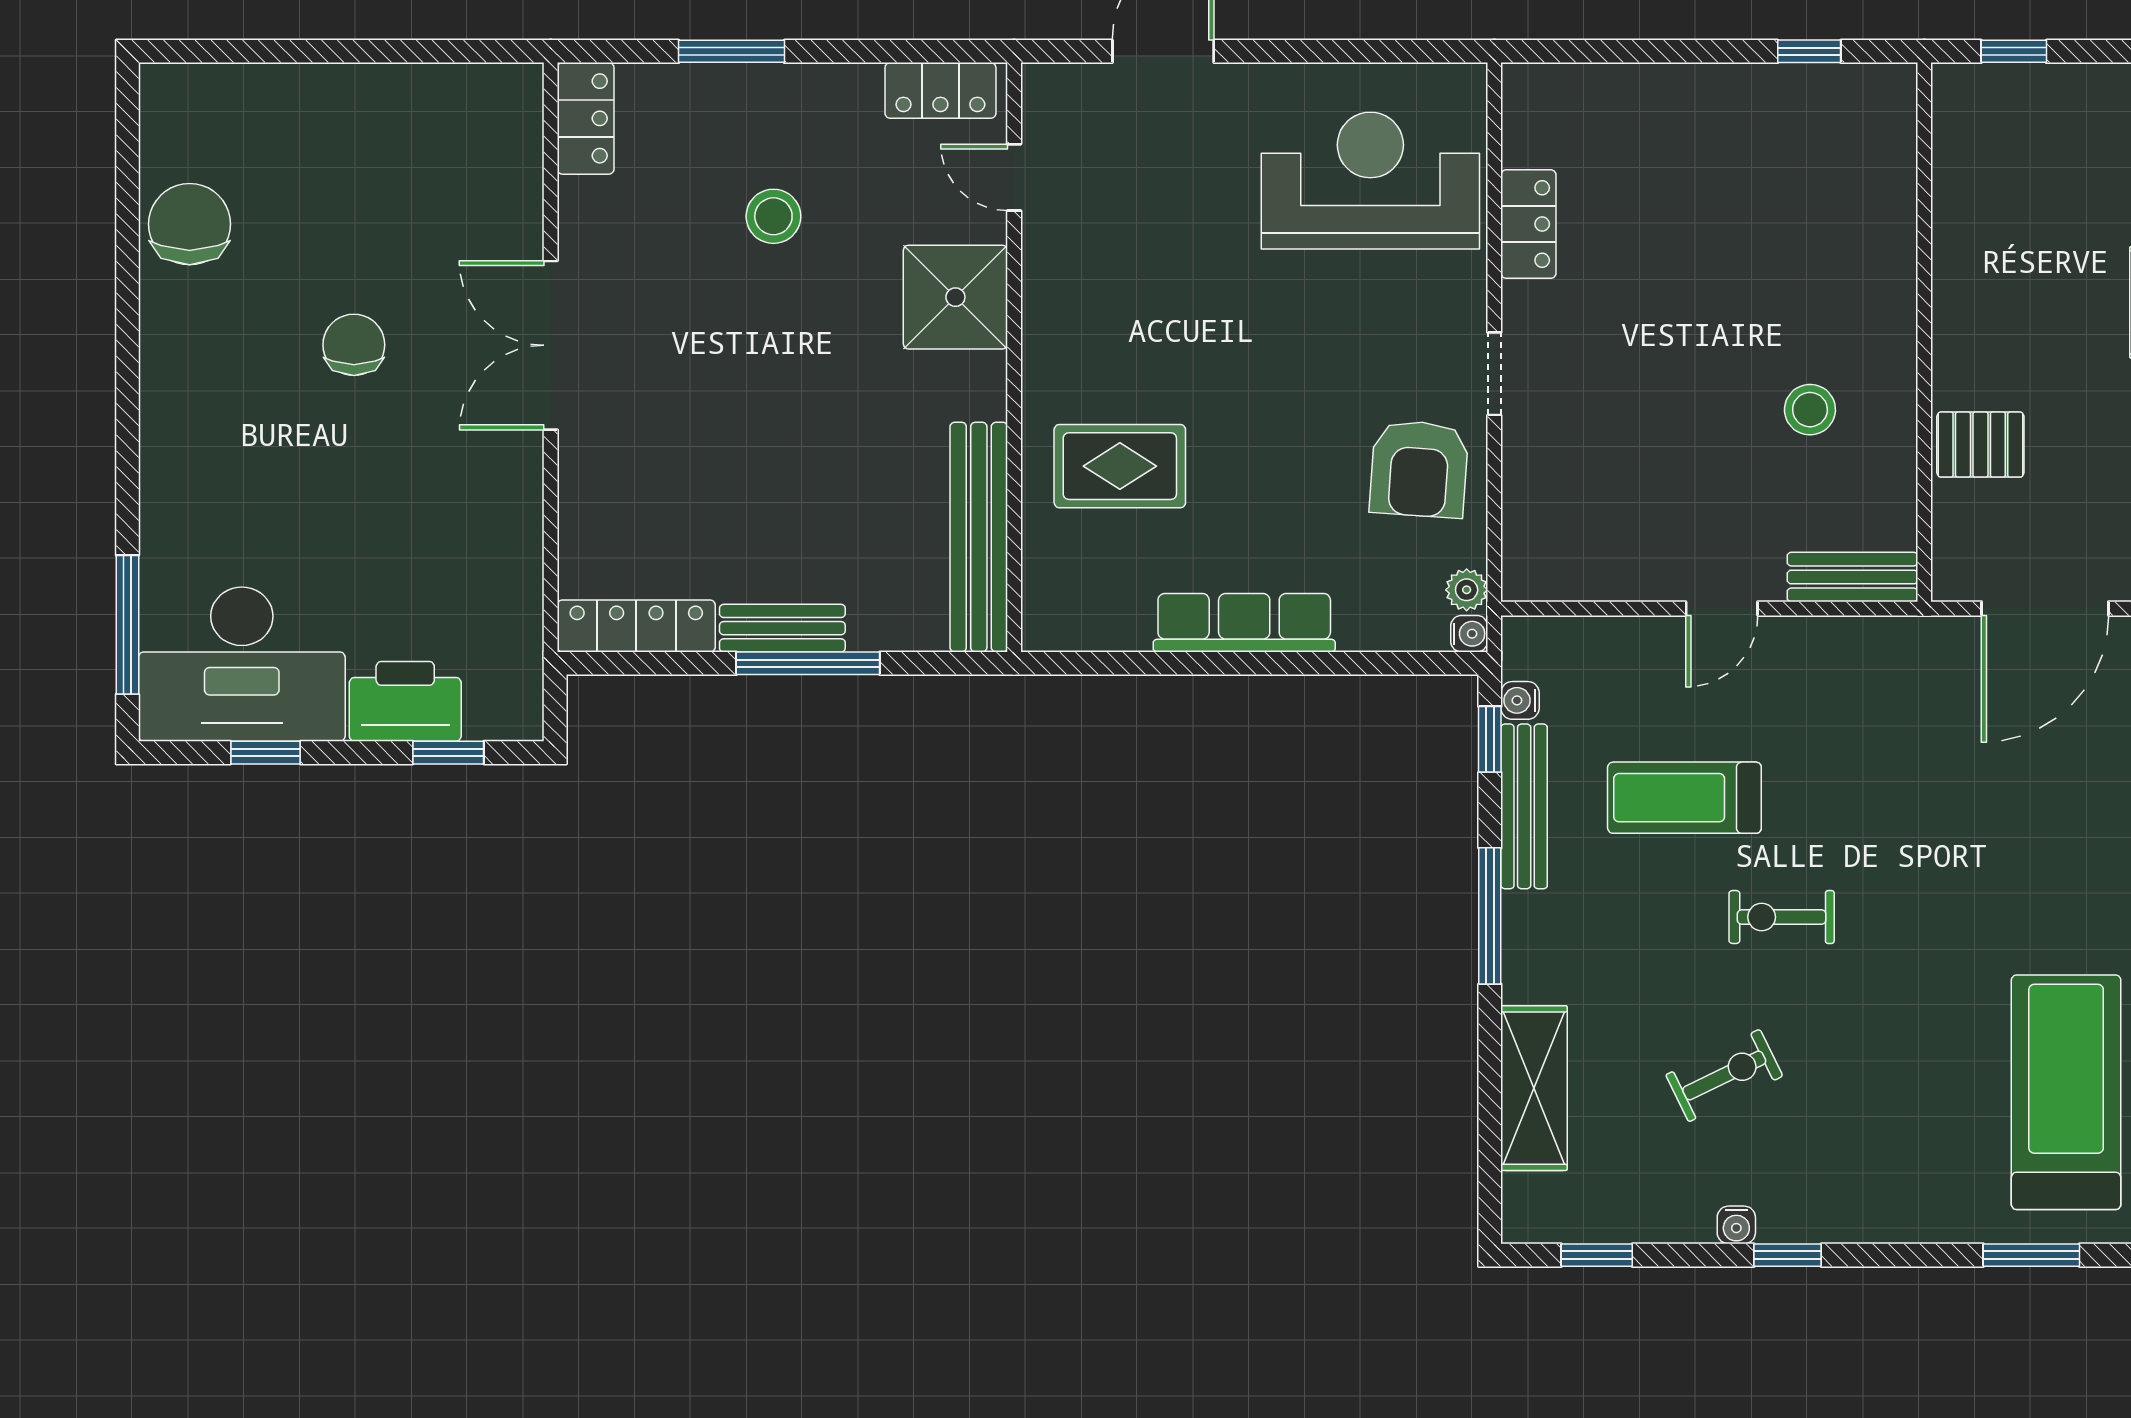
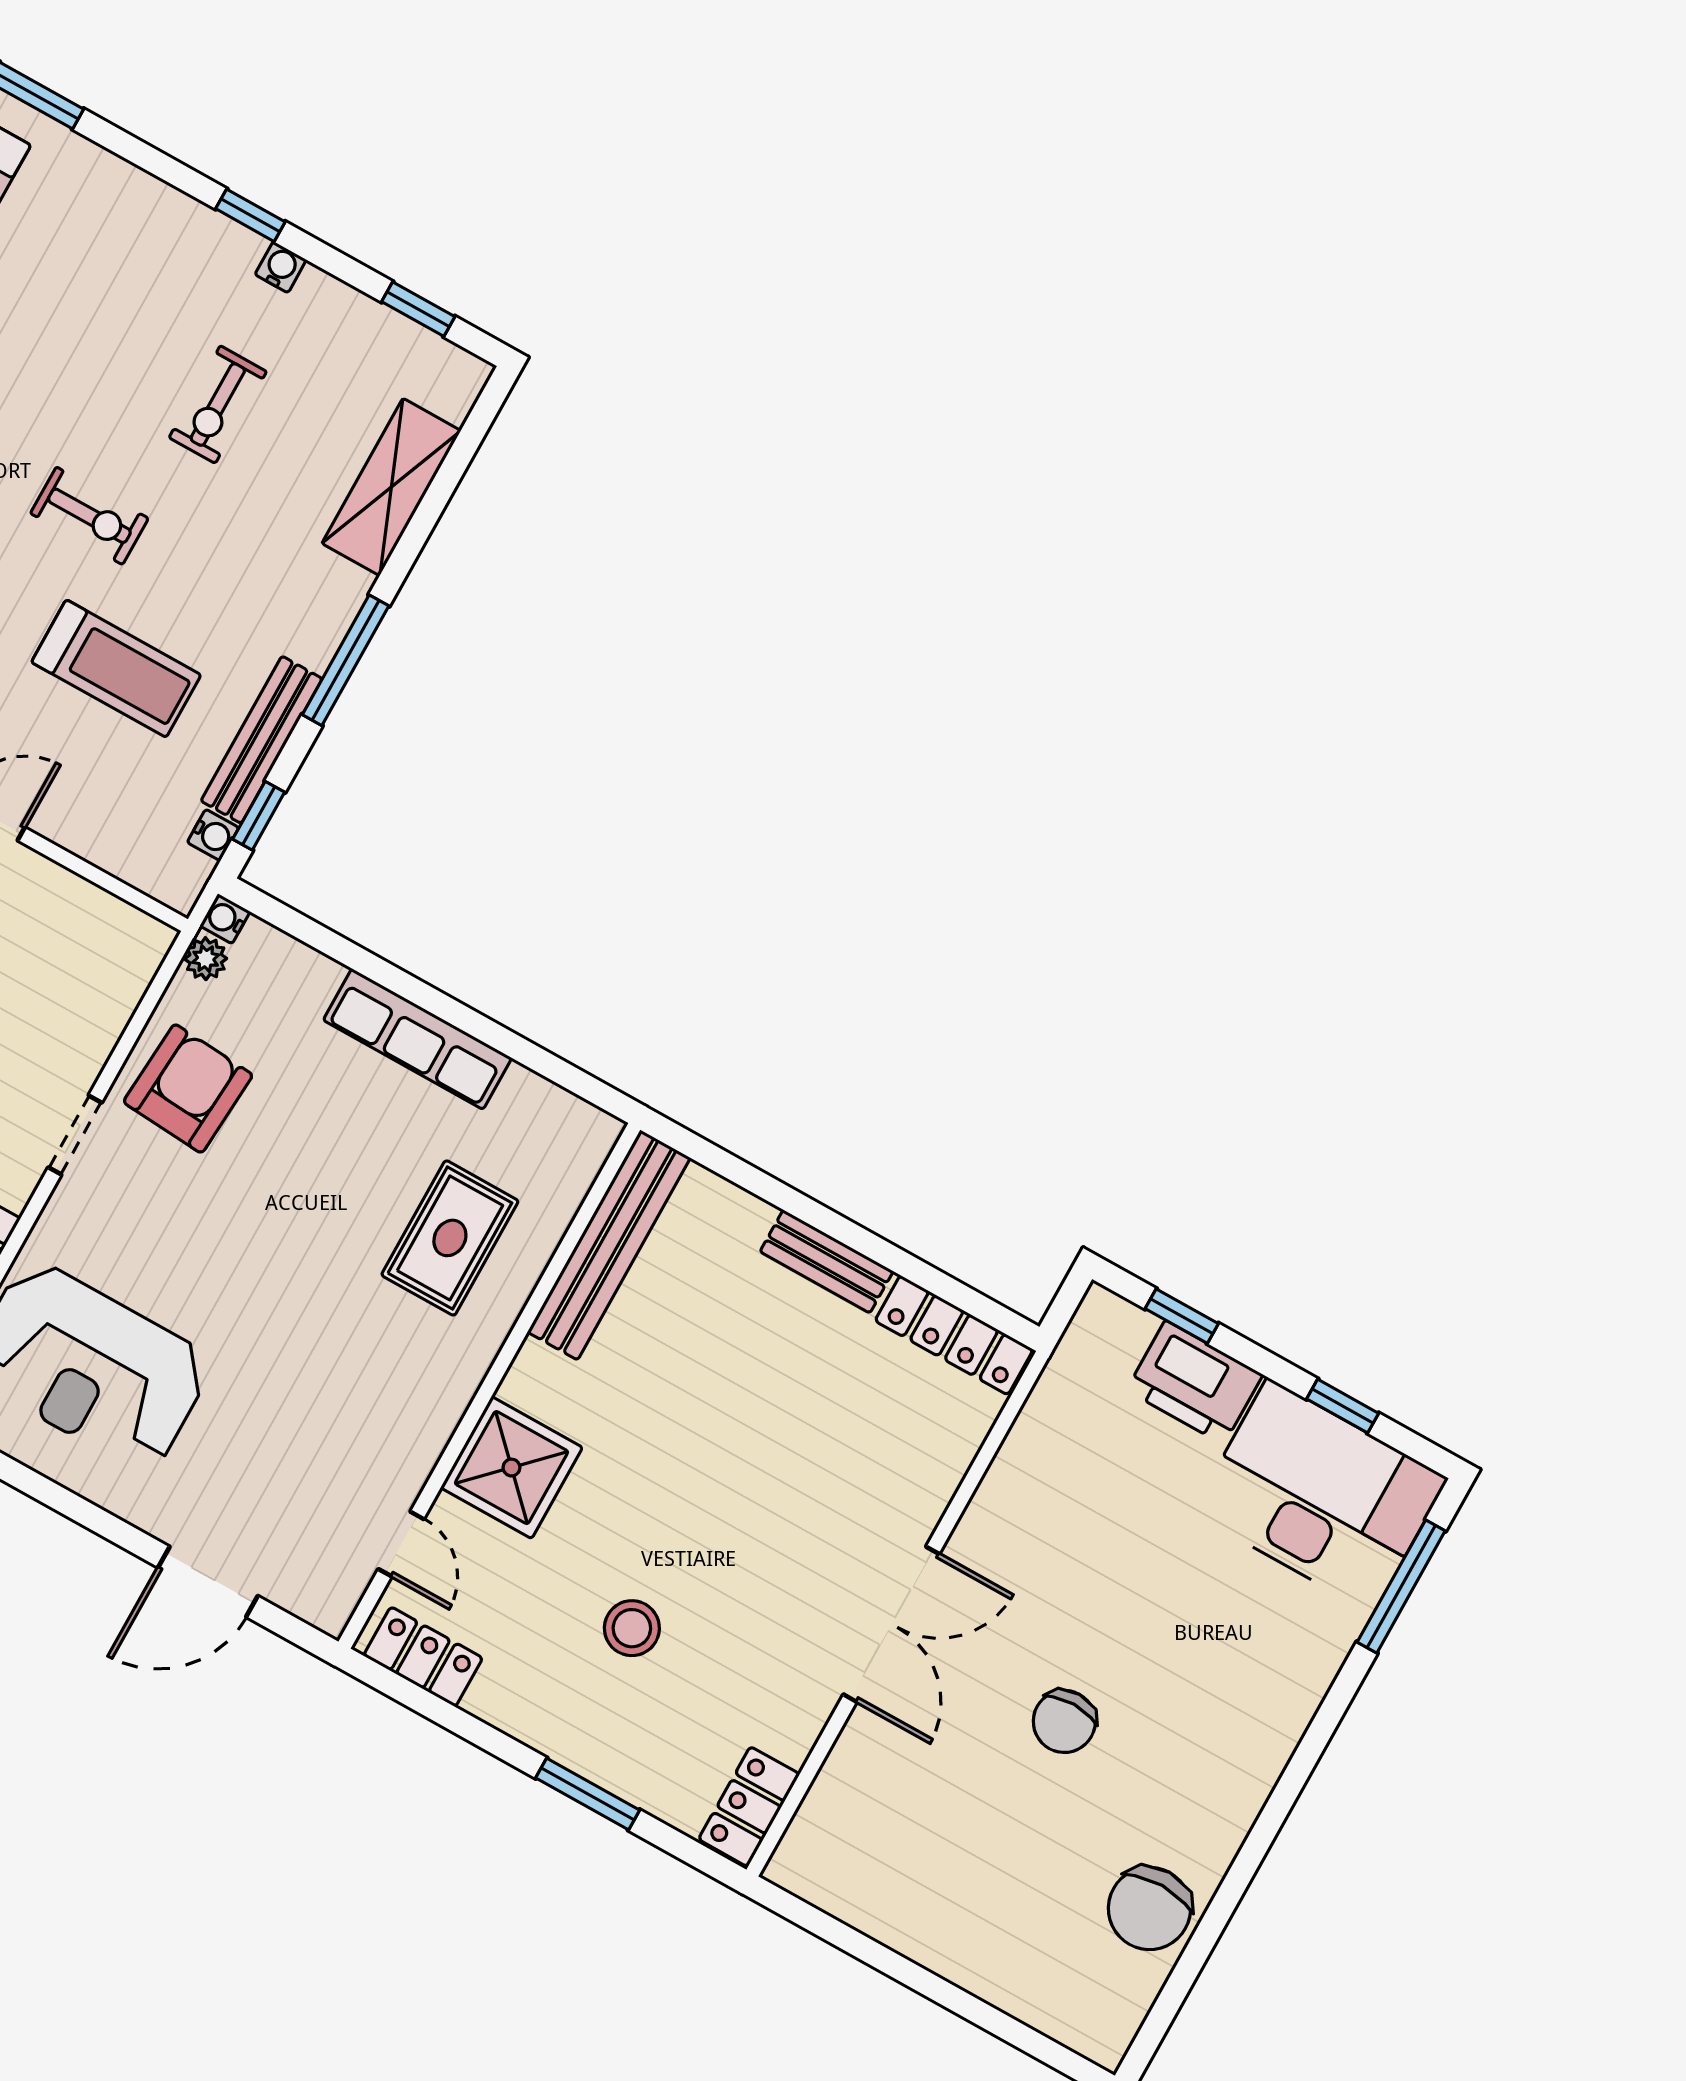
rug: (1120, 466) -> (450, 1238), turned 90
window: (808, 663) -> (821, 1218), removed
exercise bike: (1724, 1075) -> (218, 405), turned -64

